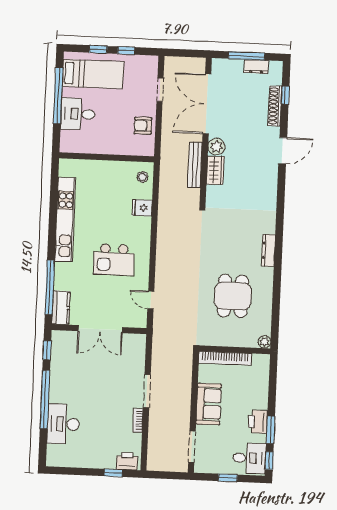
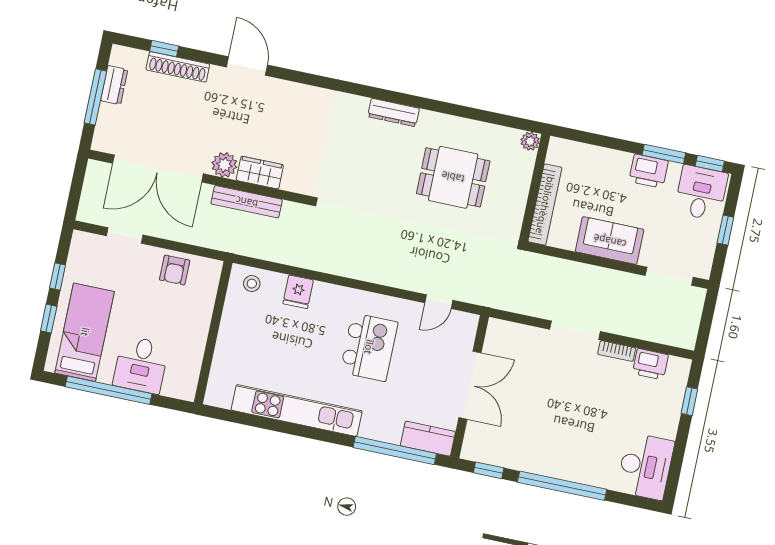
desk: (63, 424) -> (645, 466), moved, turned -90
printer: (127, 461) -> (650, 364), moved, turned -90

